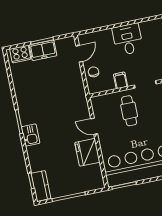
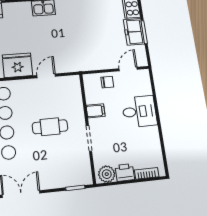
desk: (128, 39) -> (139, 111), moved
door: (79, 54) -> (128, 69), swing flipped
cafe table: (129, 111) -> (50, 127), moved

